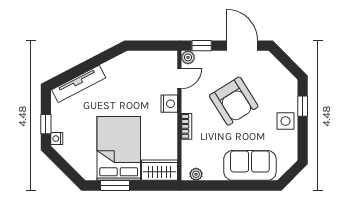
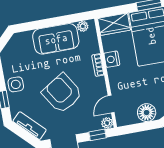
floor lamp: (140, 61) -> (147, 113), added
tv unit: (278, 71) -> (30, 126), added
nightstand: (169, 104) -> (112, 59), moved
sofa: (250, 165) -> (56, 39), moved

